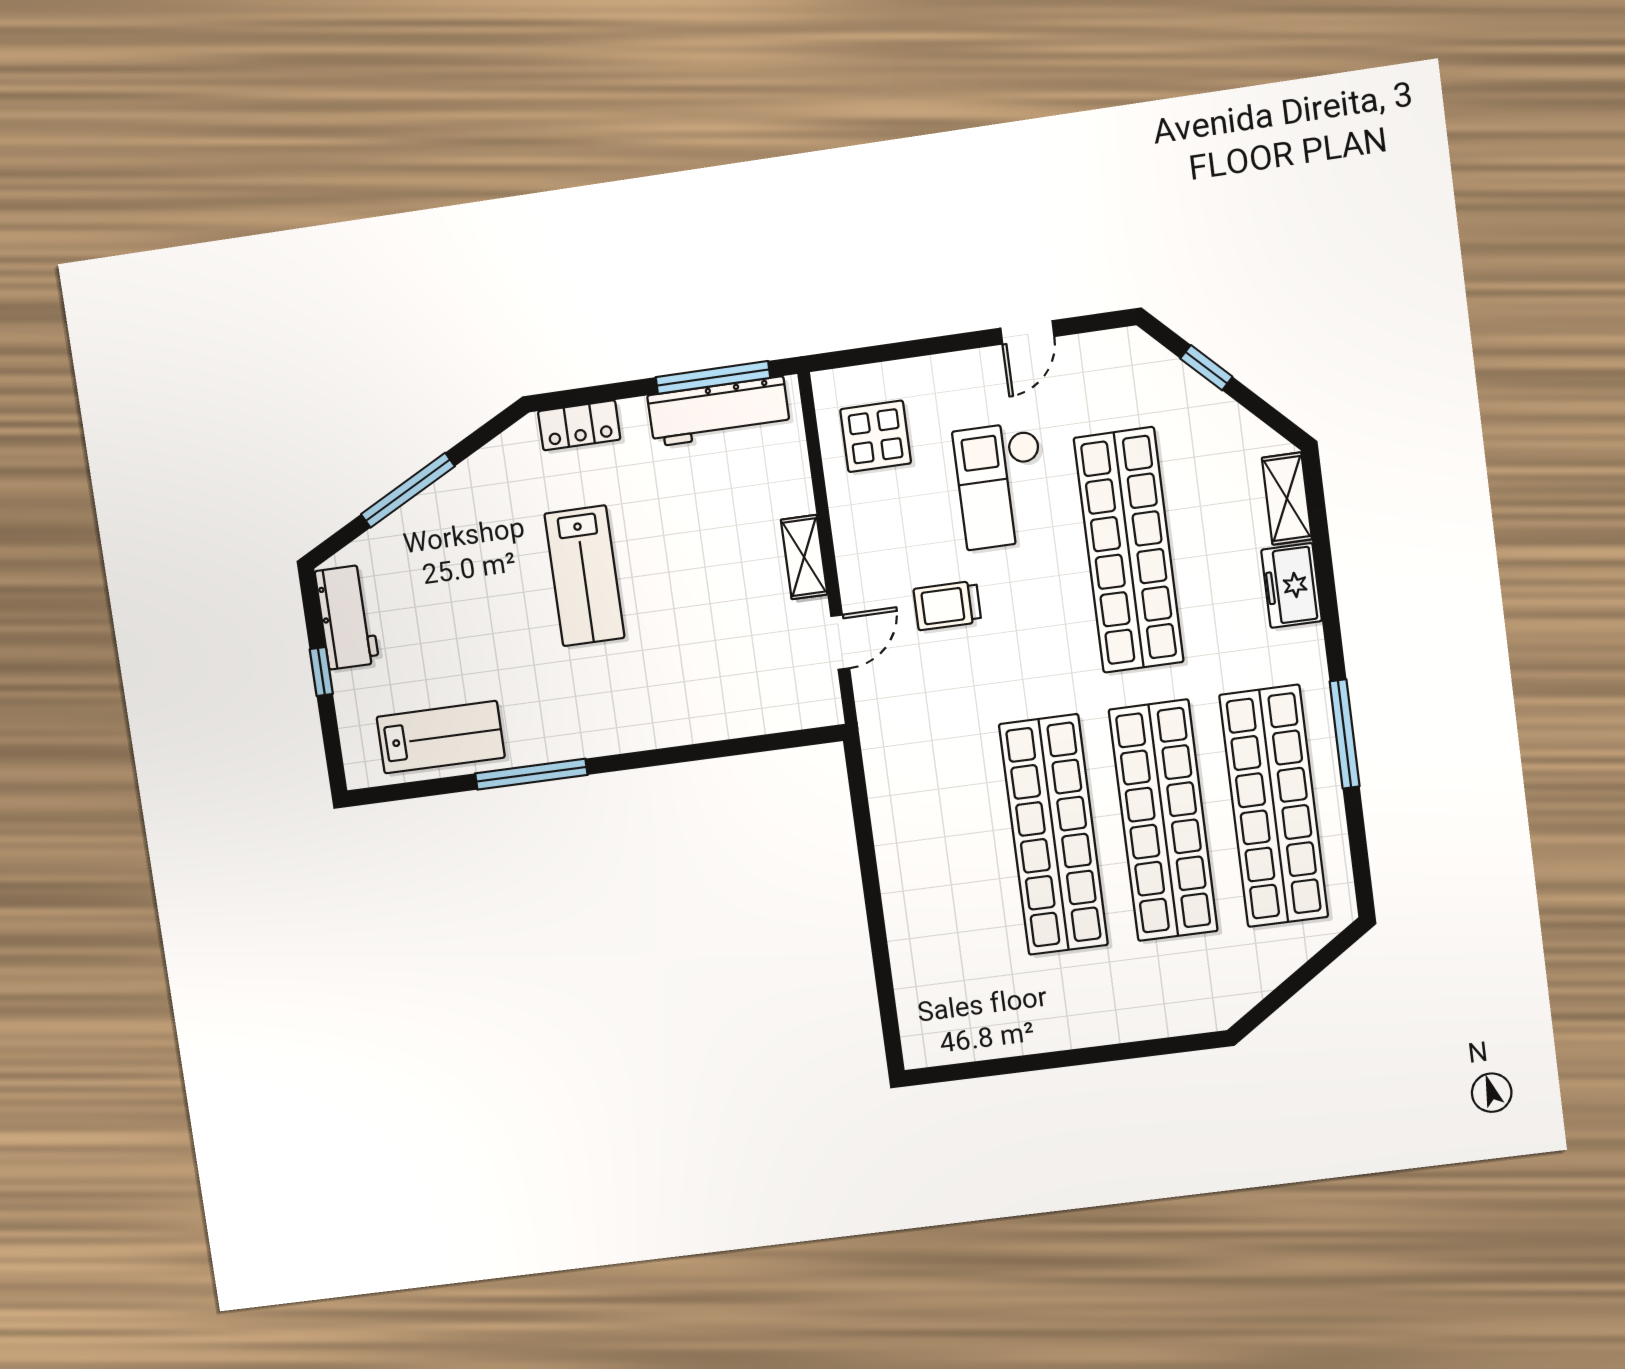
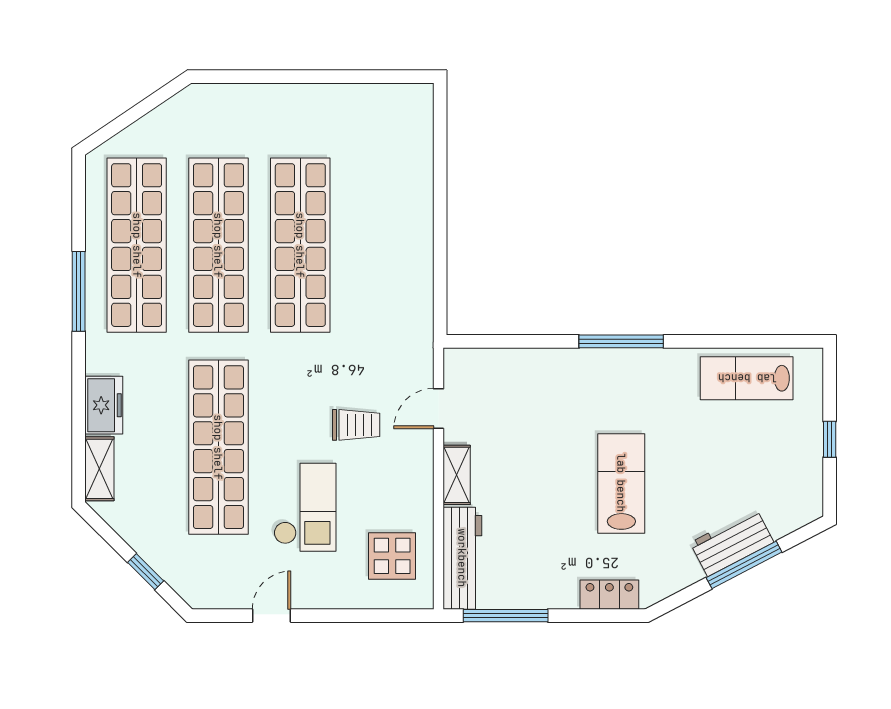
workbench: (719, 412) -> (462, 558), moved, turned 90
workbench: (347, 617) -> (732, 542), moved, turned 62
window: (531, 774) -> (621, 341), moved

